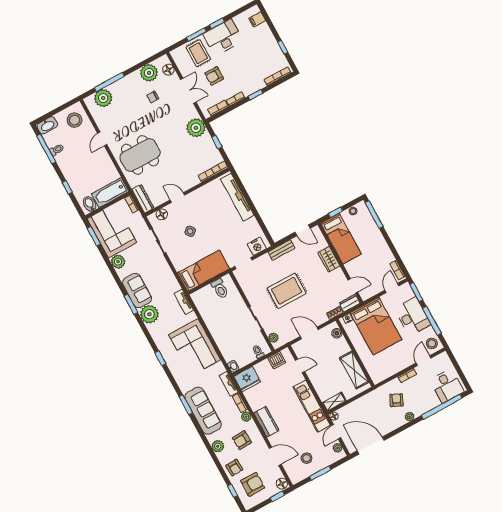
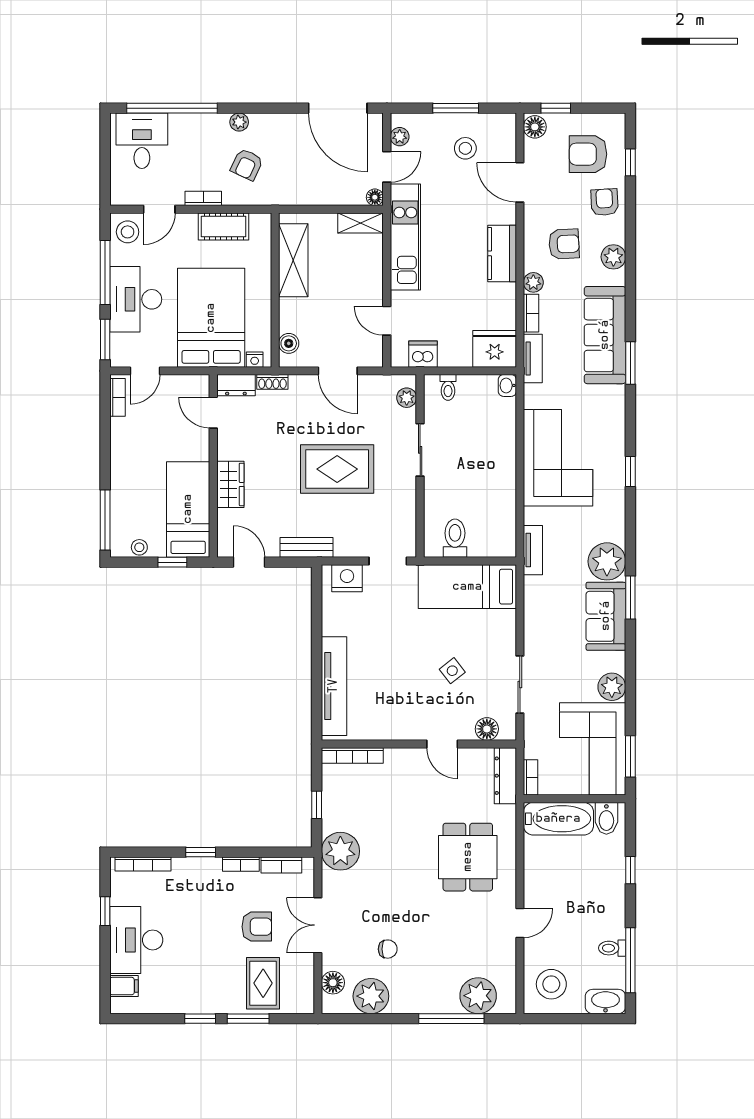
desk: (223, 37) -> (136, 940), moved, turned 90
dining table: (140, 155) -> (468, 857), width x0.73
cot: (392, 368) -> (224, 226), added

